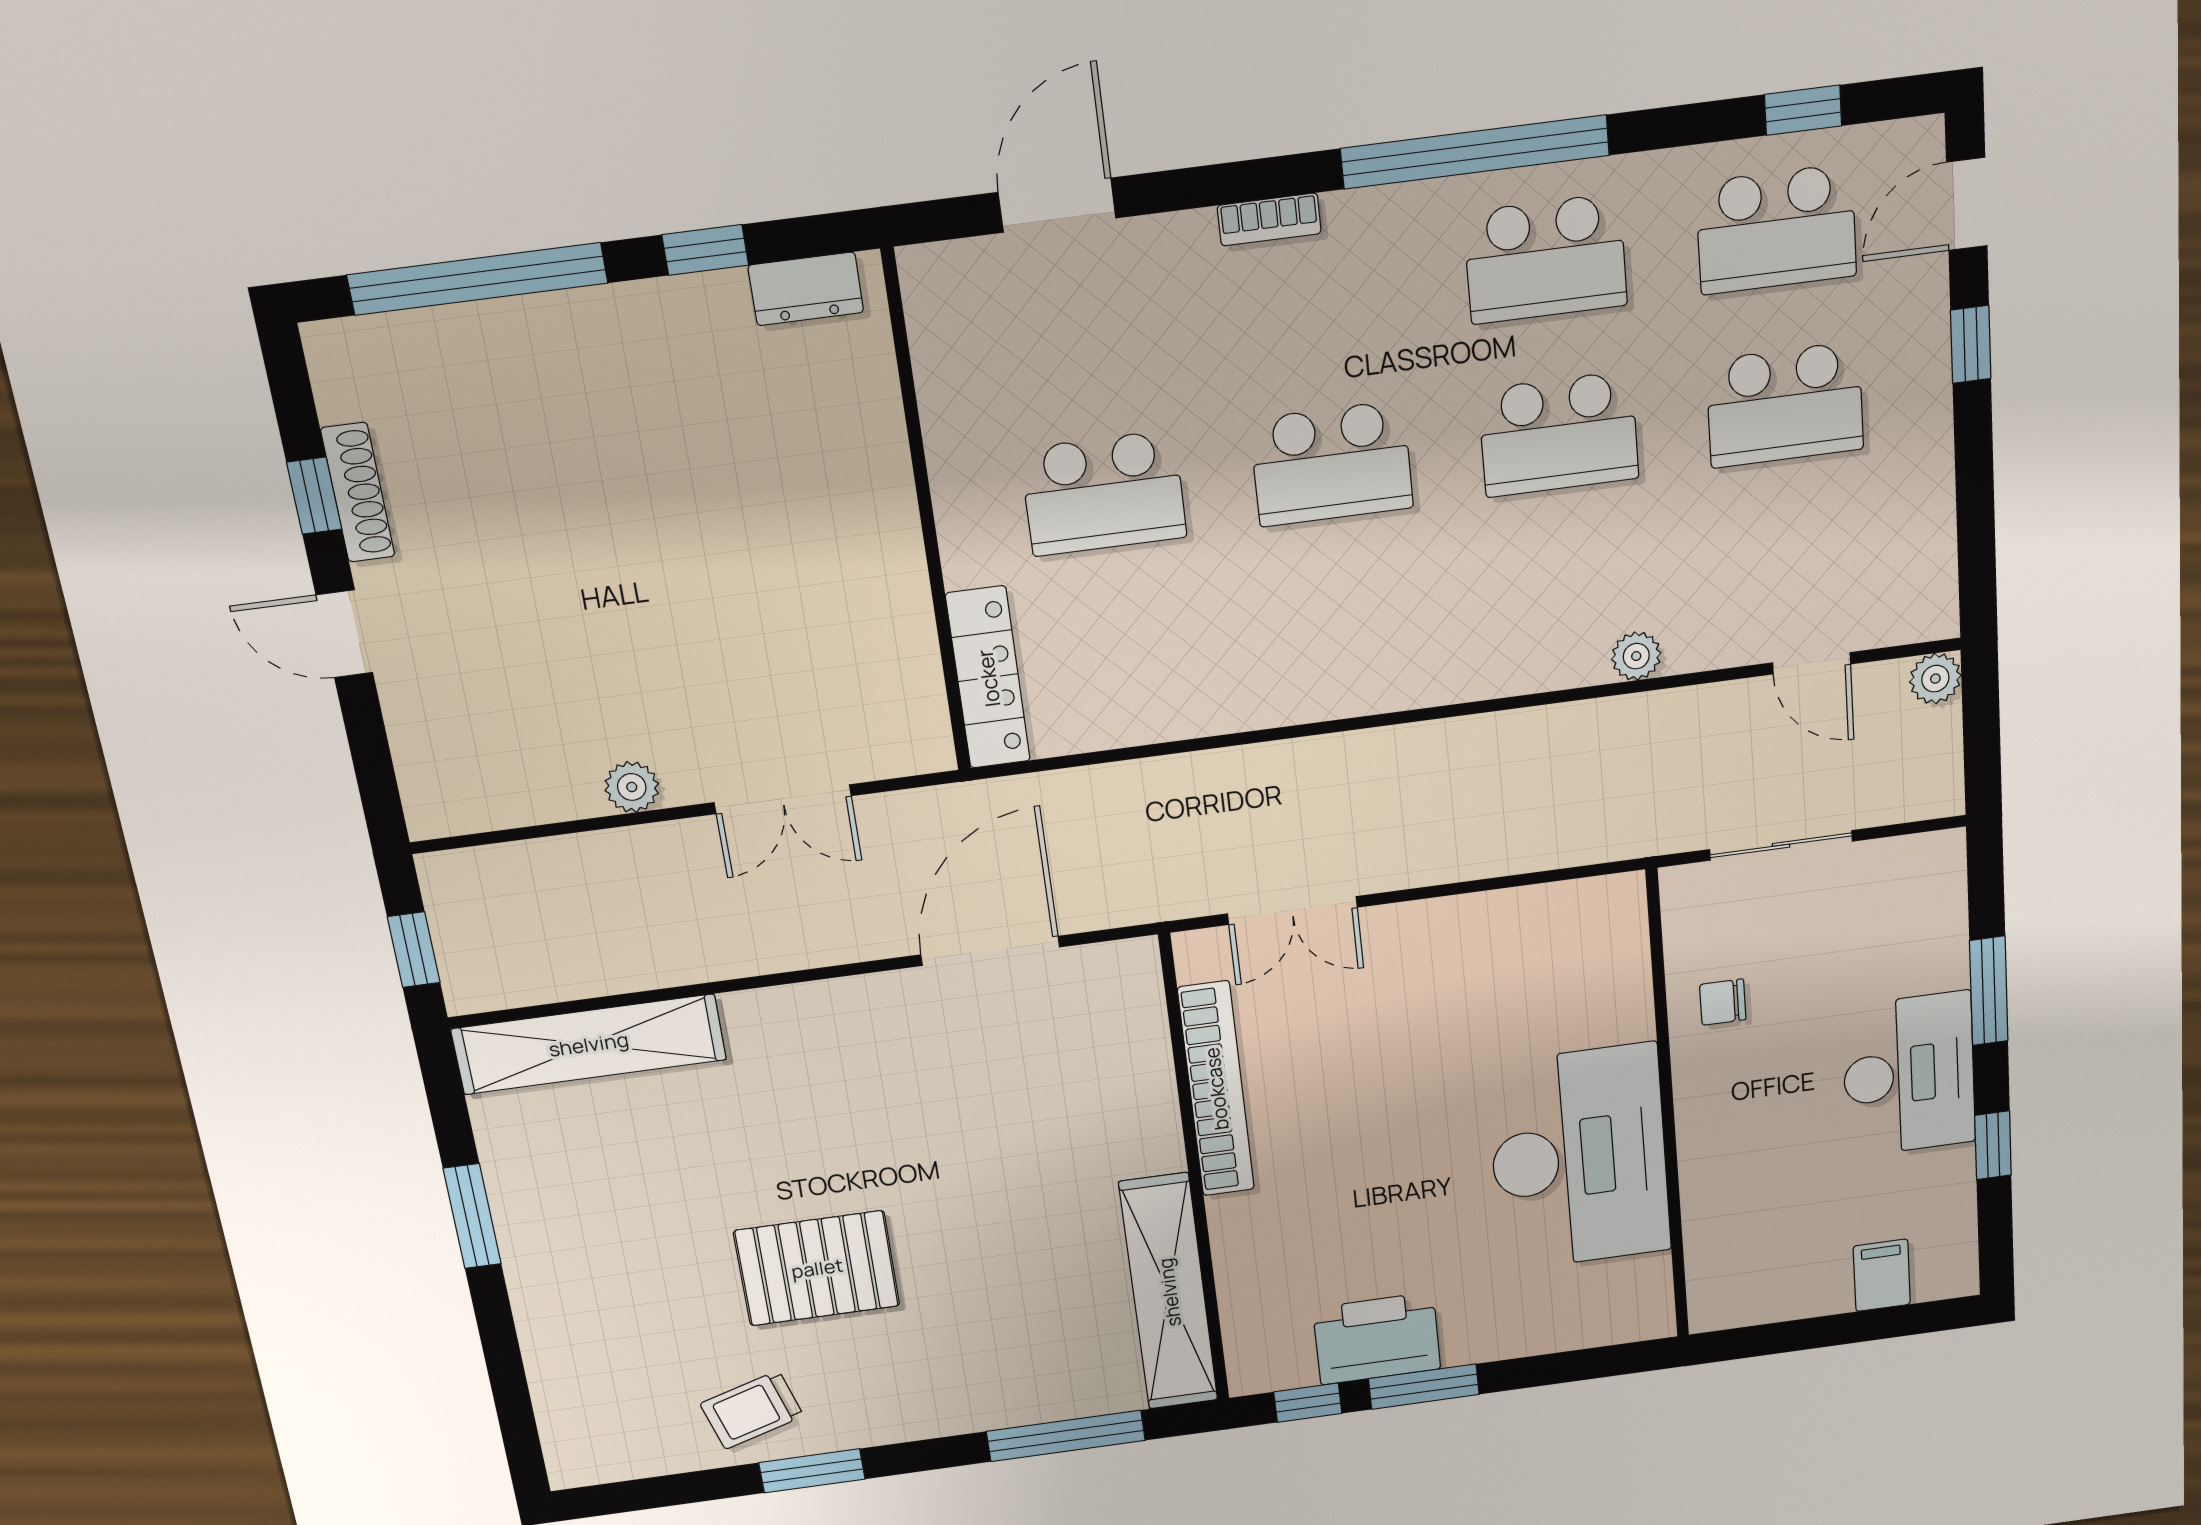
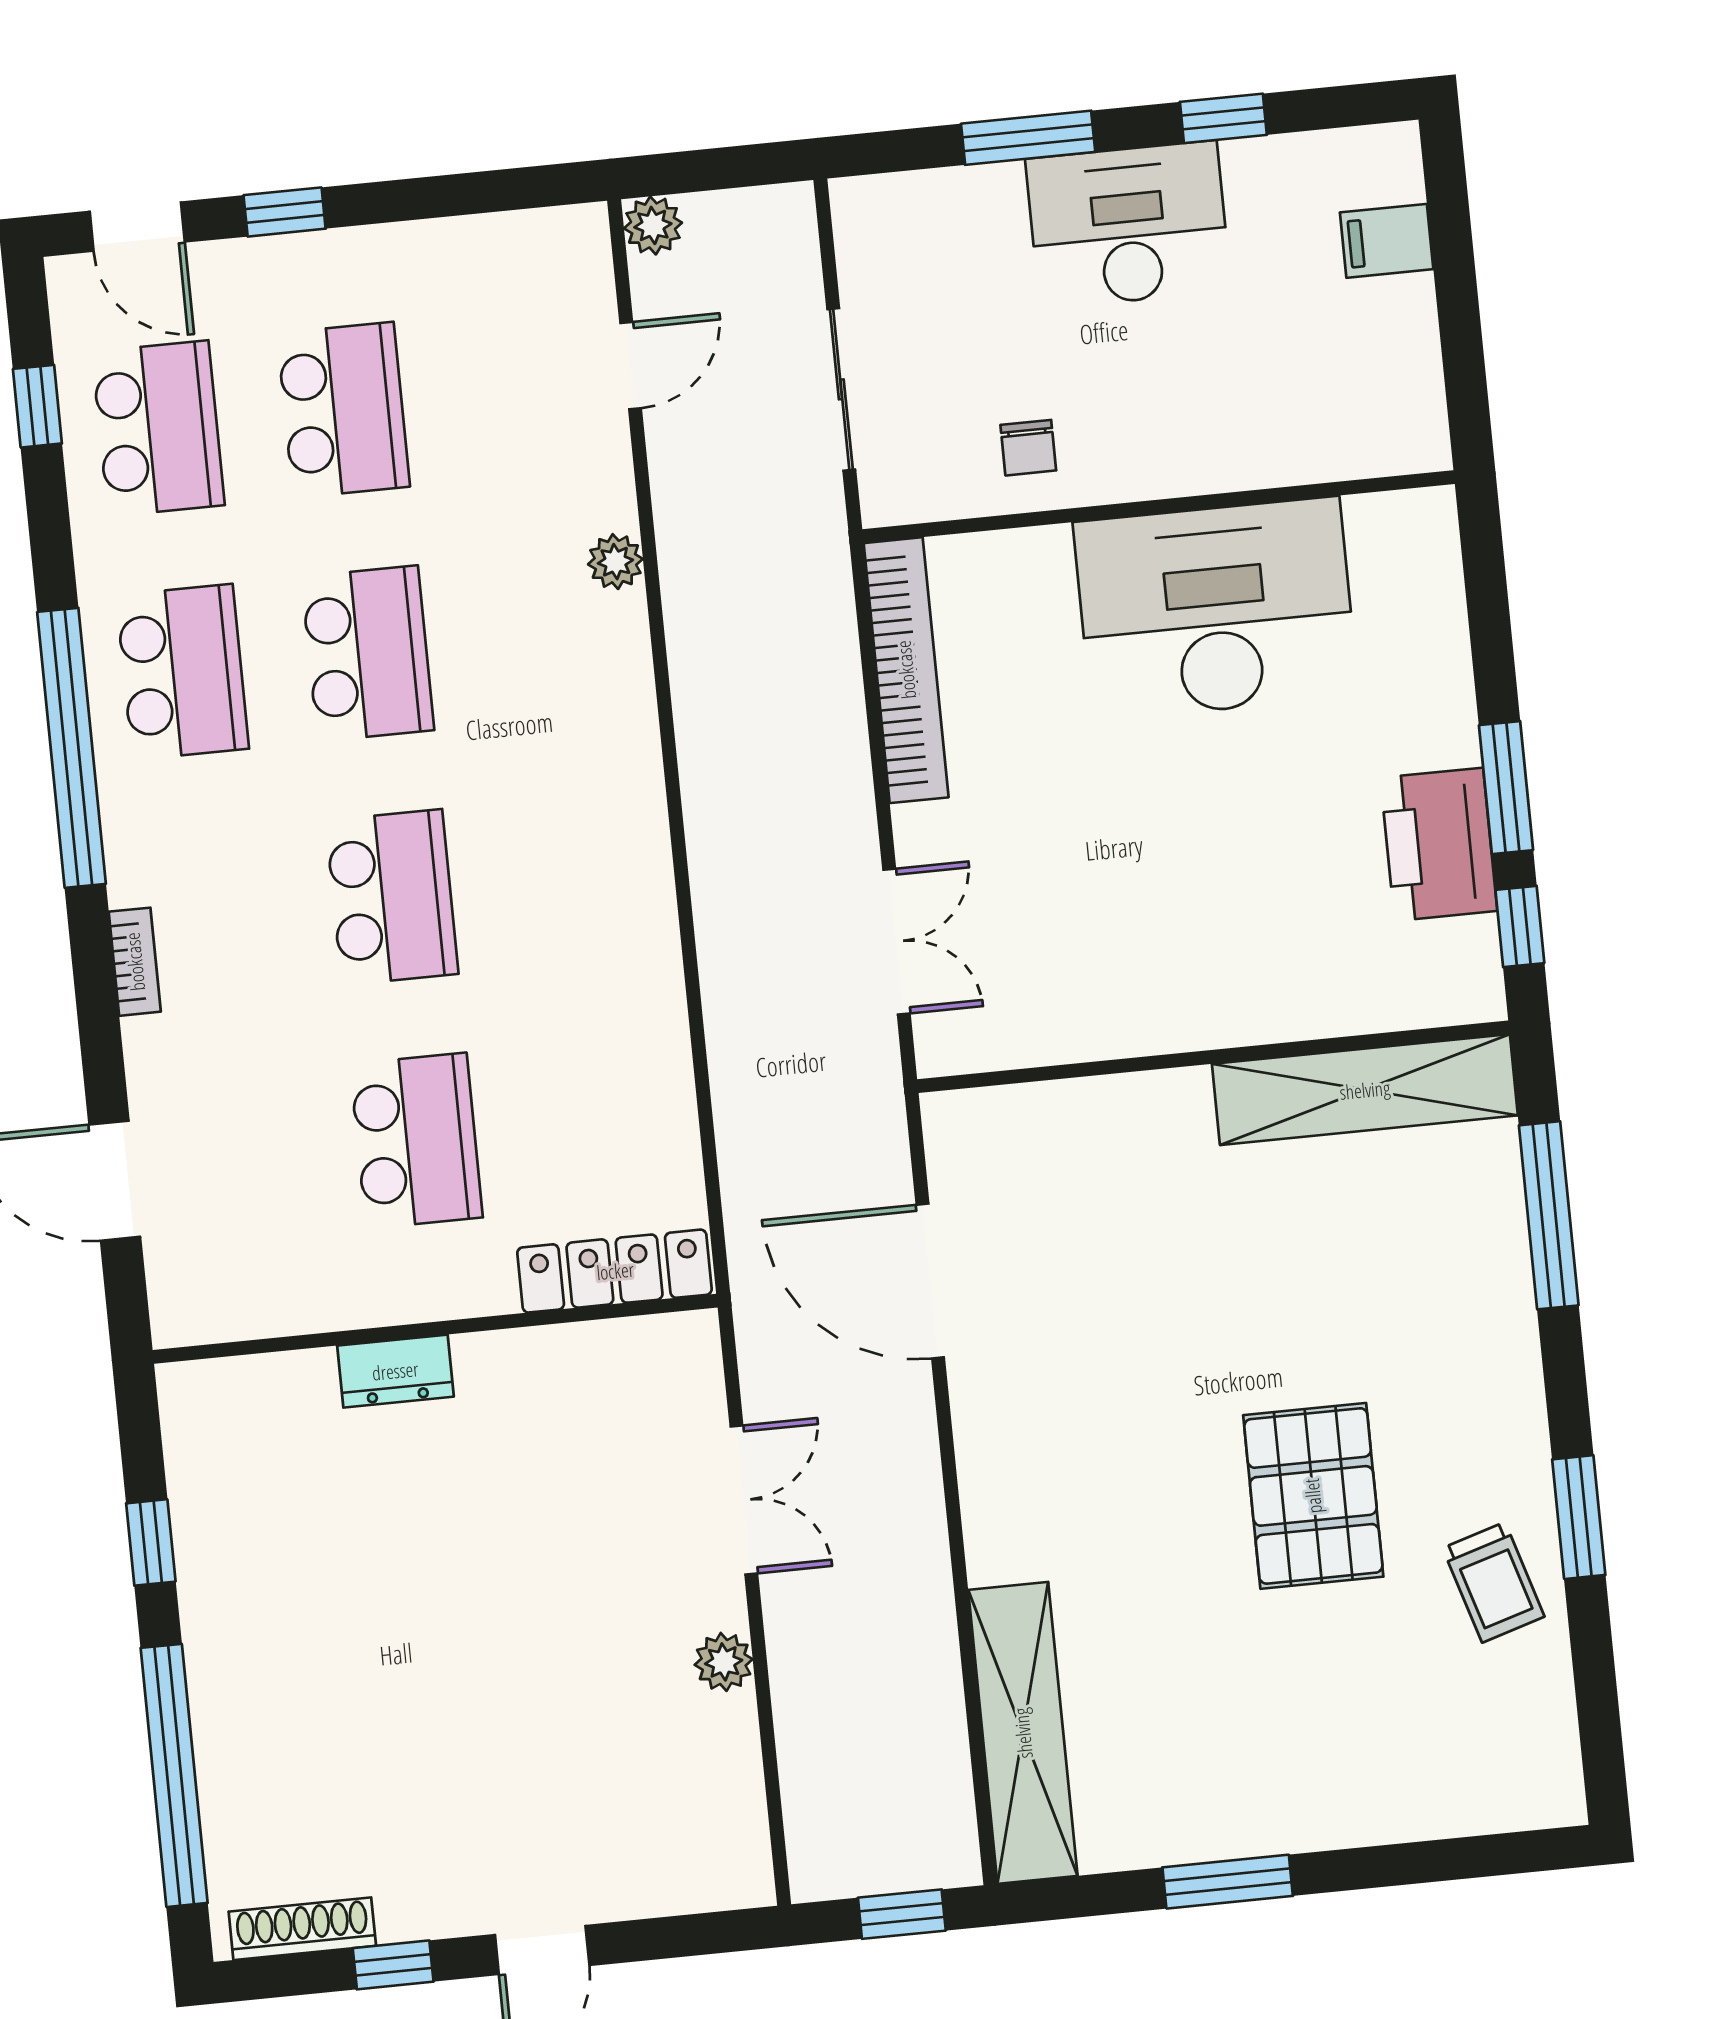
dresser: (806, 289) -> (395, 1371), moved, turned 90
shoe rack: (358, 492) -> (302, 1929), moved
bookcase: (1216, 1089) -> (906, 670), moved, turned 90

